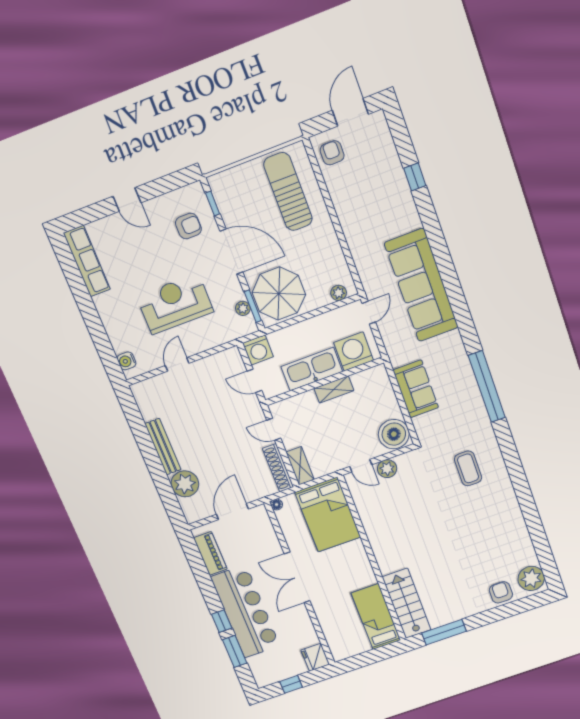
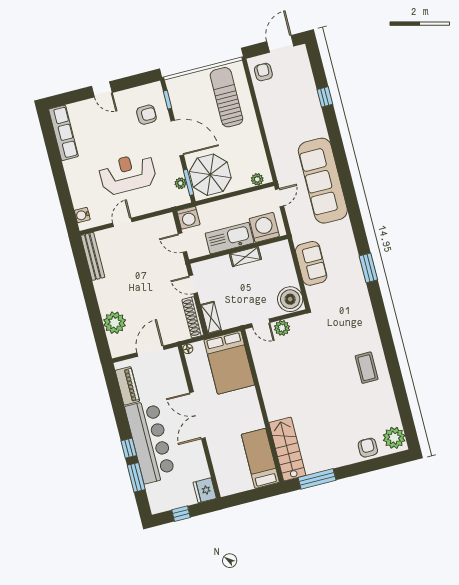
window: (487, 387) -> (368, 268), width x0.47
bench: (163, 447) -> (93, 256), moved
coffee table: (468, 468) -> (367, 368), moved

